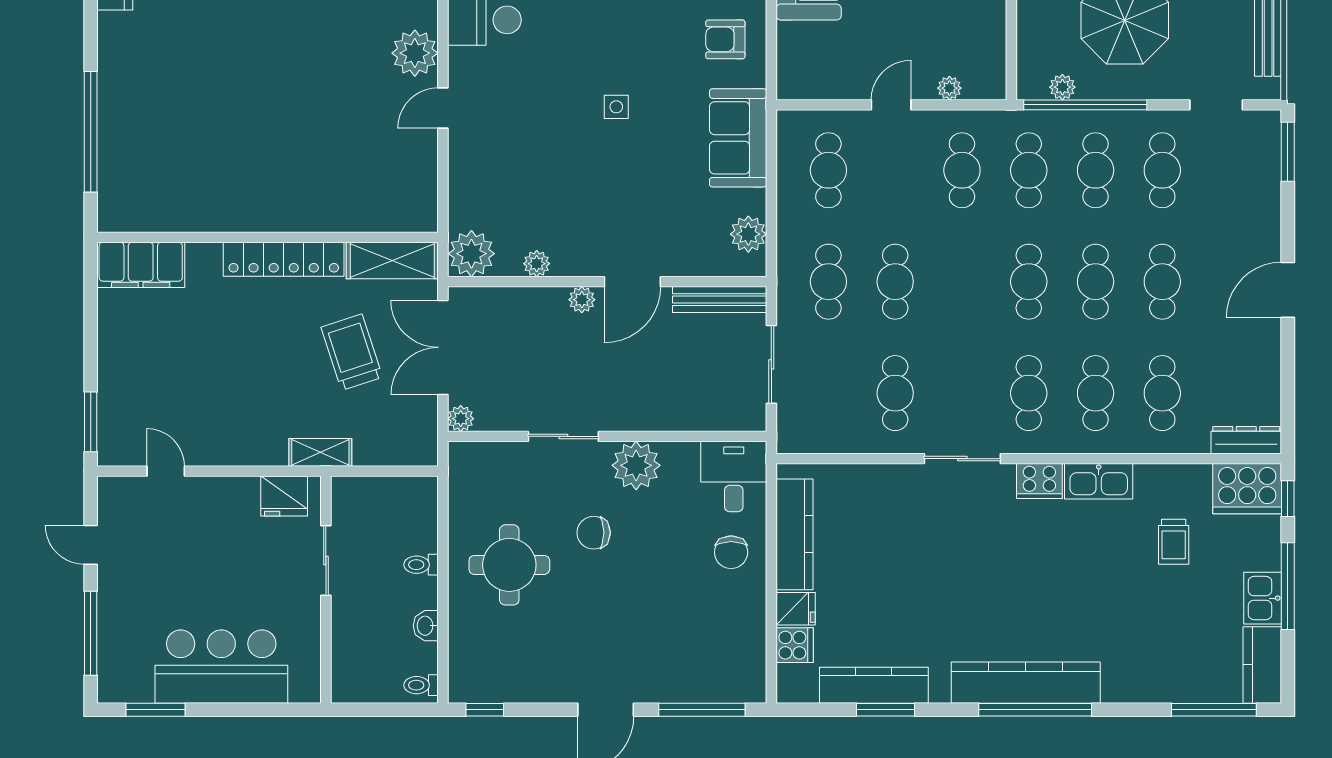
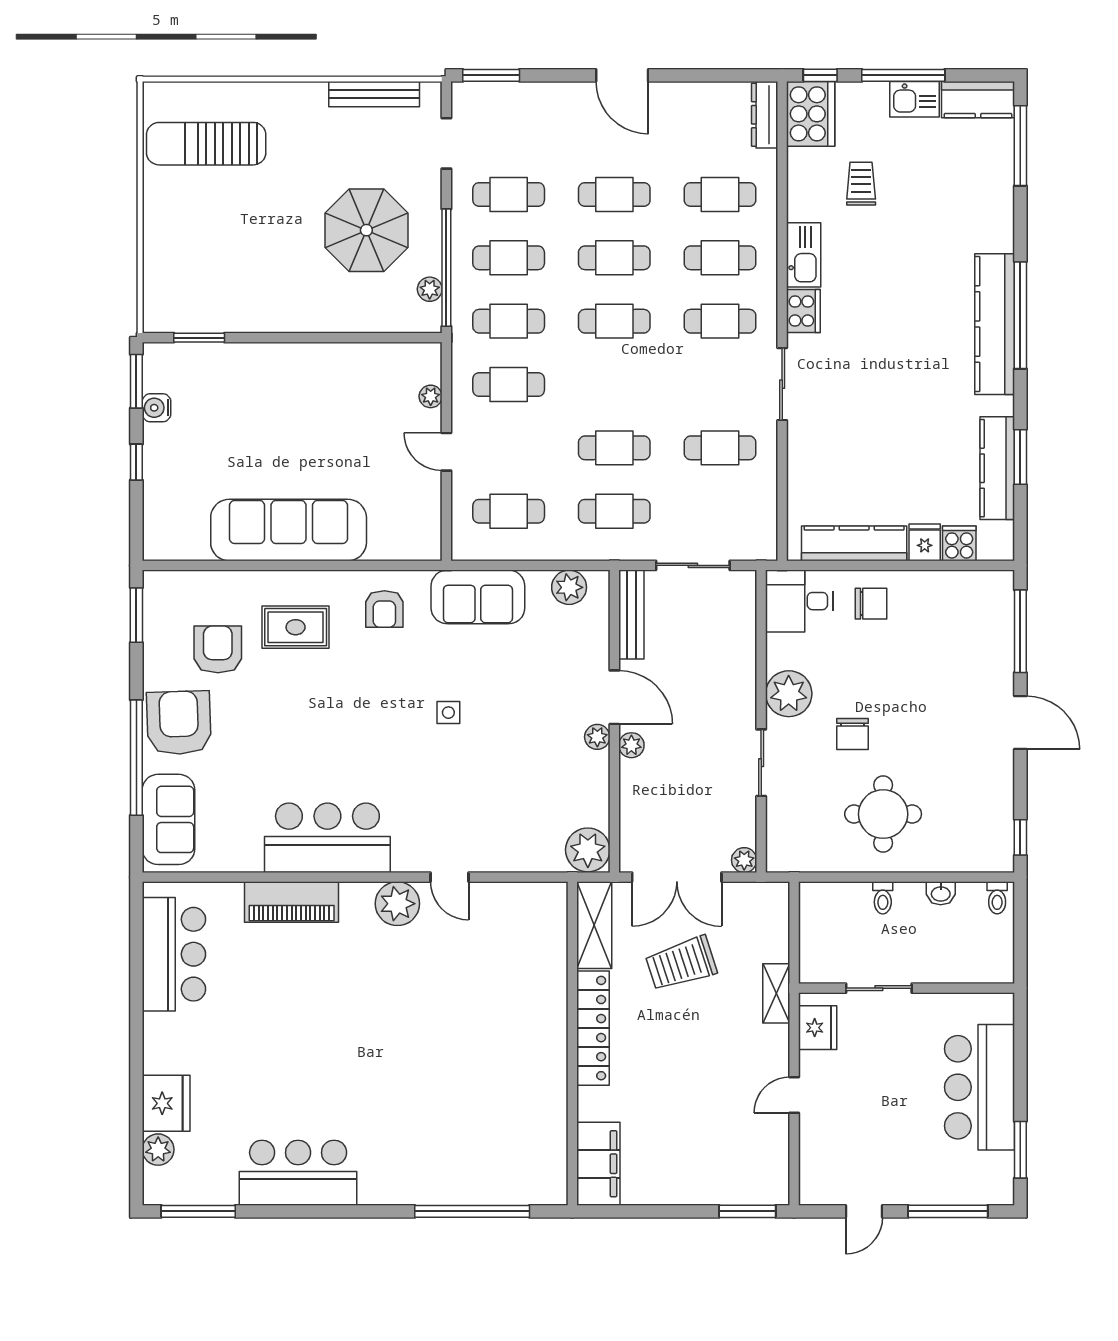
plant: (537, 264) -> (597, 737), moved
door: (166, 471) -> (794, 1095), moved
trolley: (1174, 542) -> (861, 184), turned -90

